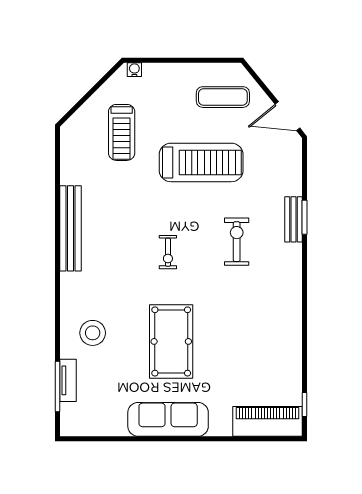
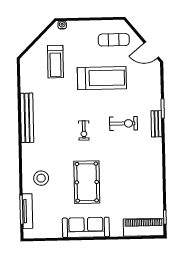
bench: (294, 219) -> (156, 124), moved
exercise bike: (237, 242) -> (124, 123), turned 90
tv unit: (68, 380) -> (28, 211), width x1.41

